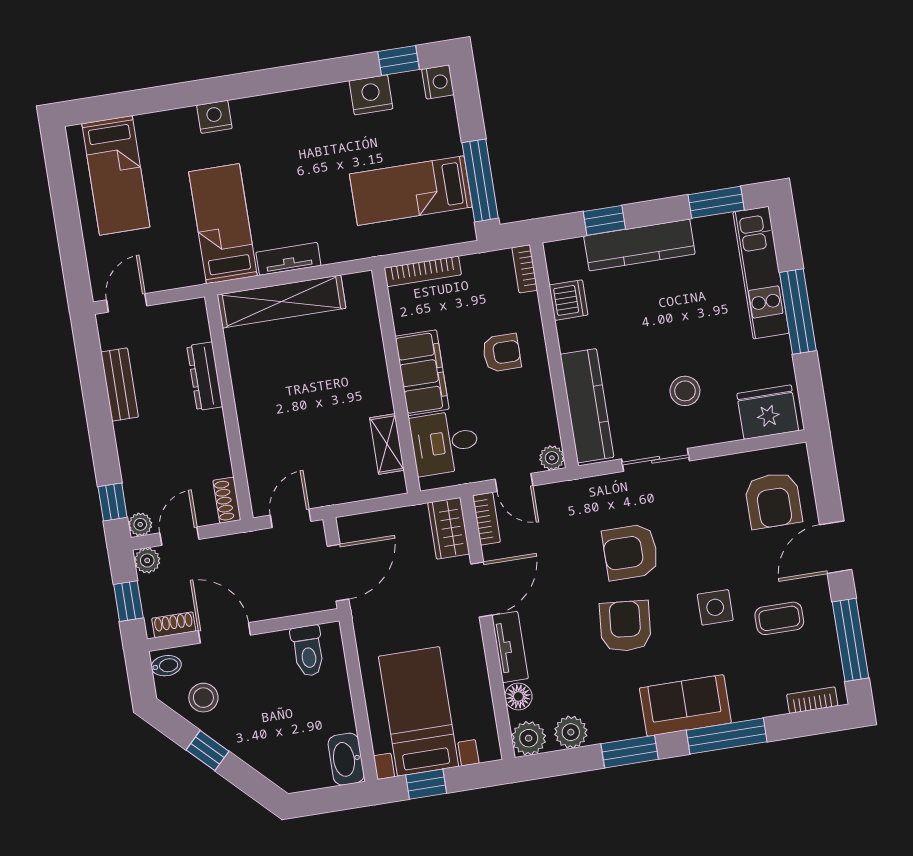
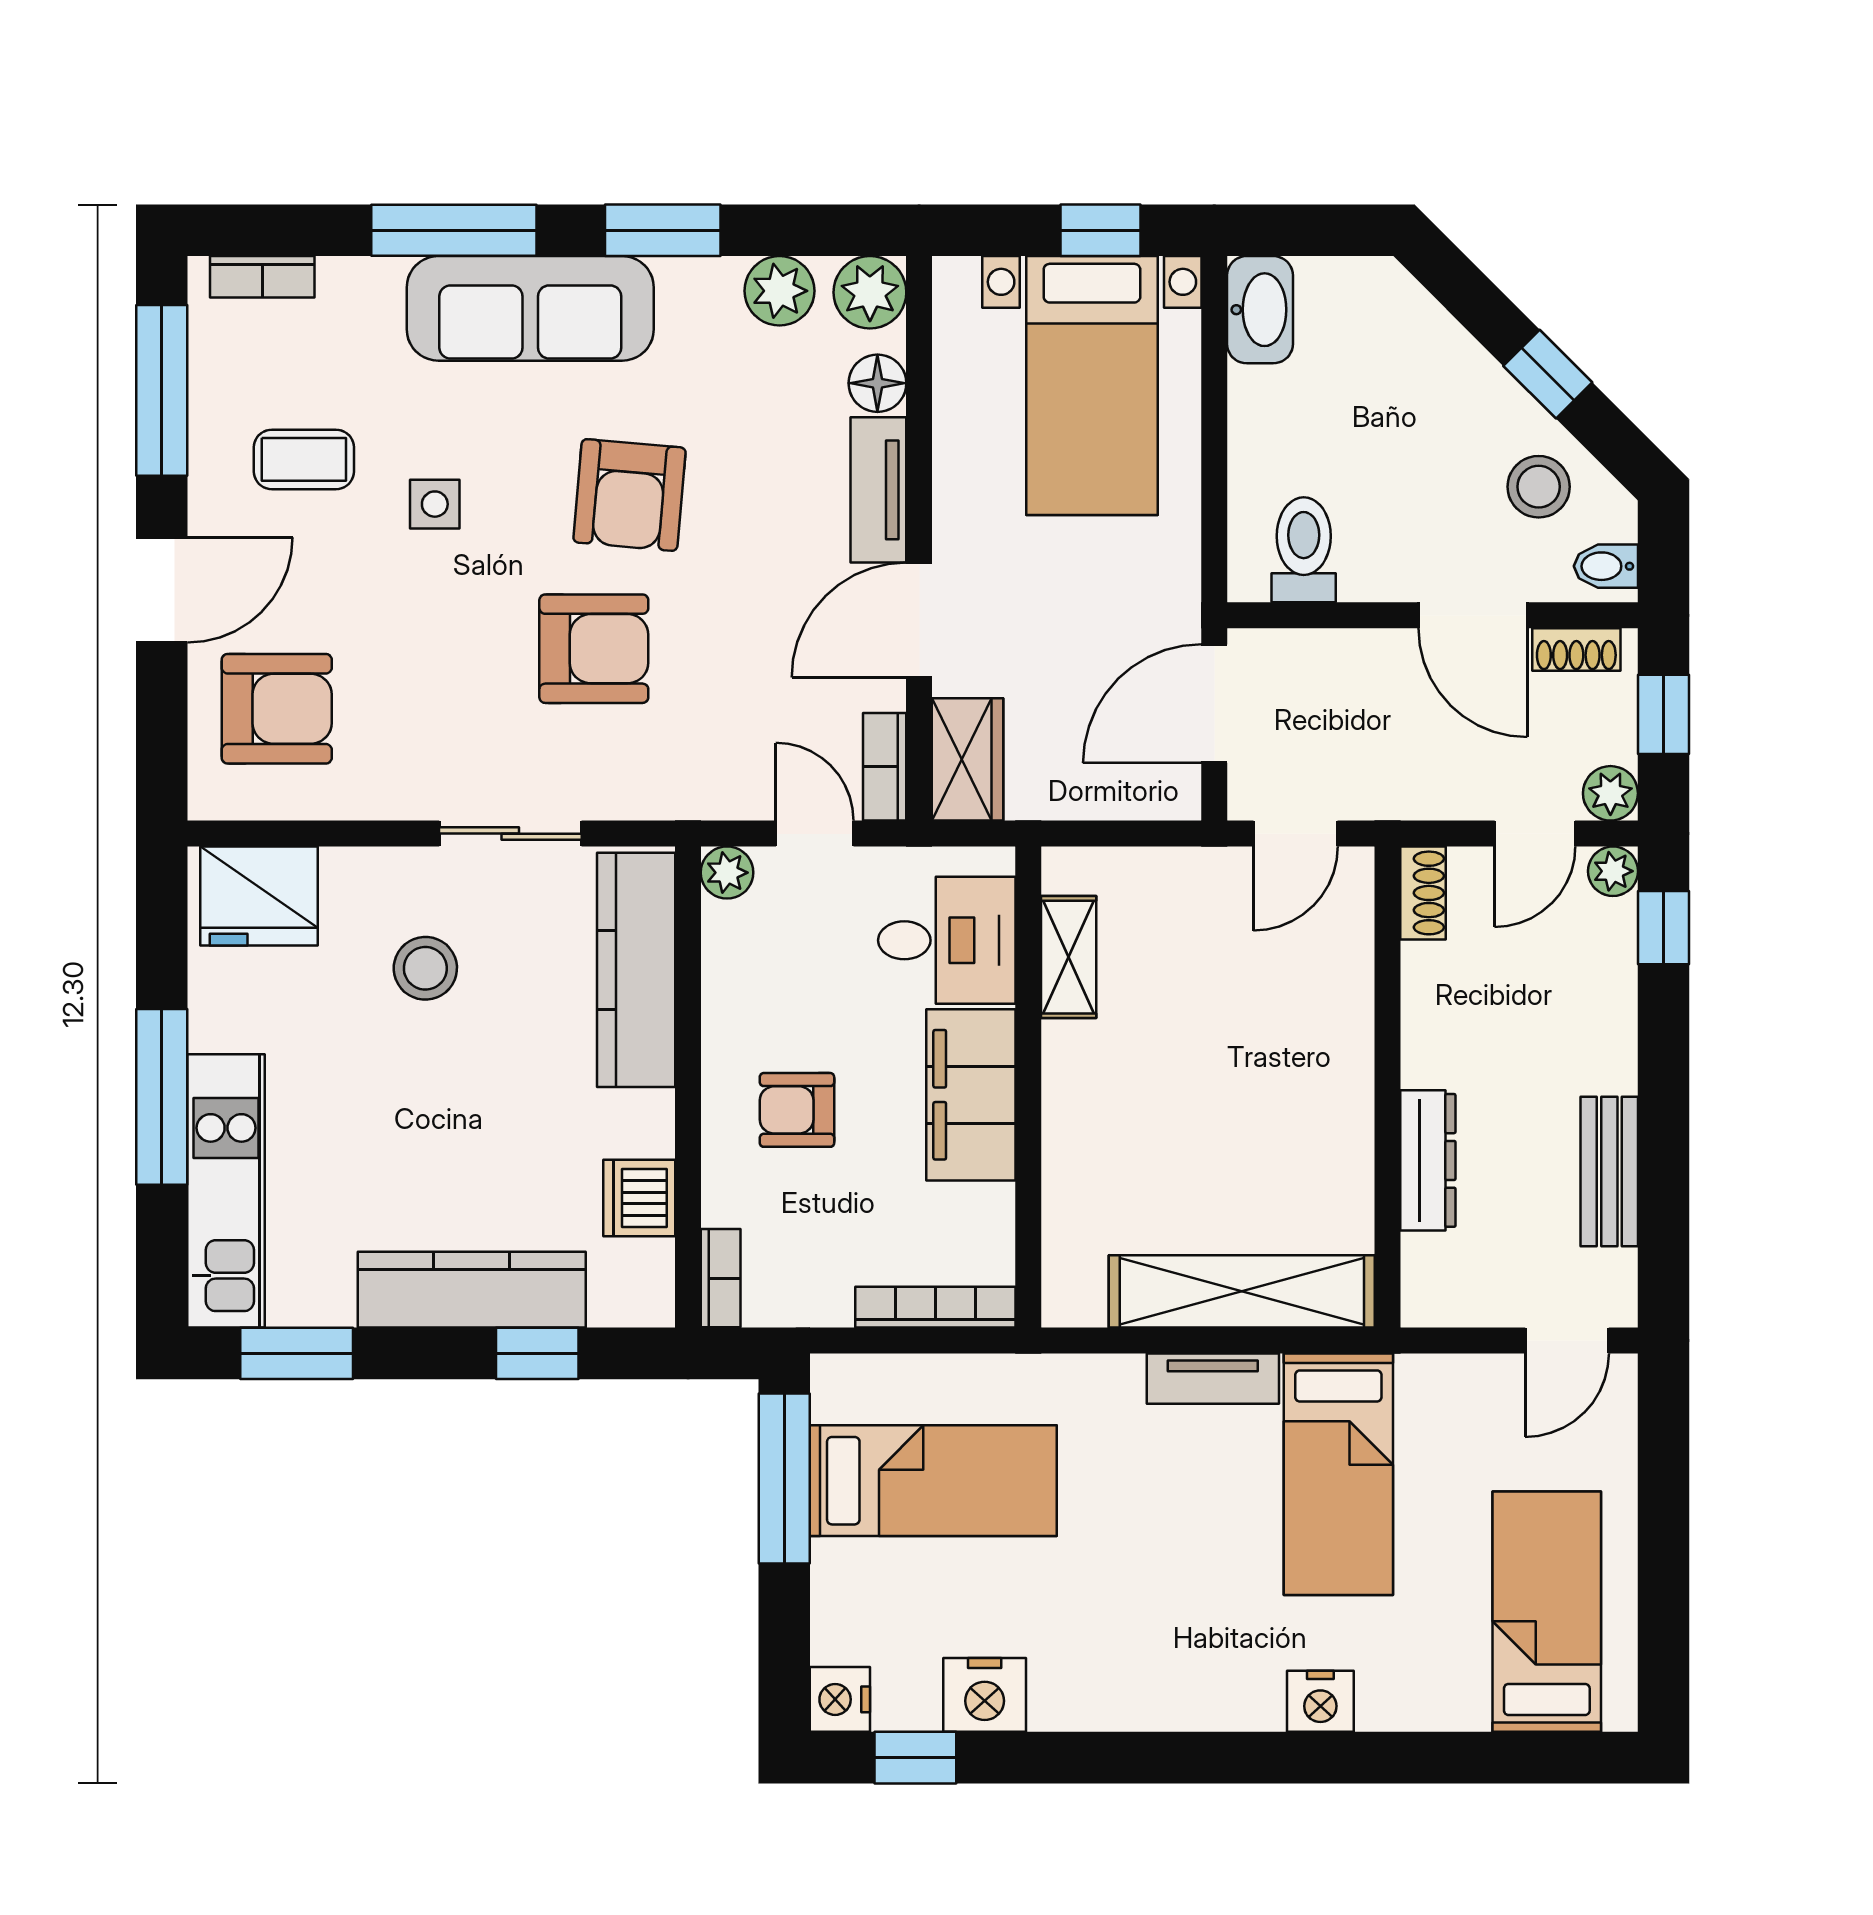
armchair: (773, 500) -> (277, 709), turned 90
side table: (715, 607) -> (435, 504), width x0.73, depth x0.73
sofa: (685, 705) -> (530, 308), width x1.36

